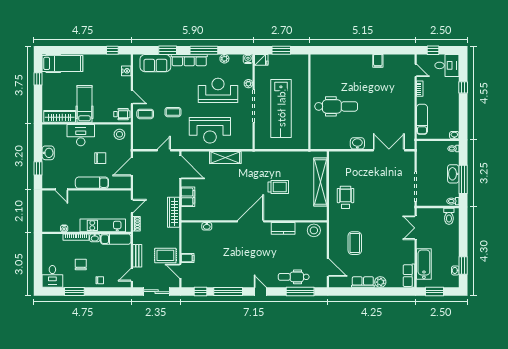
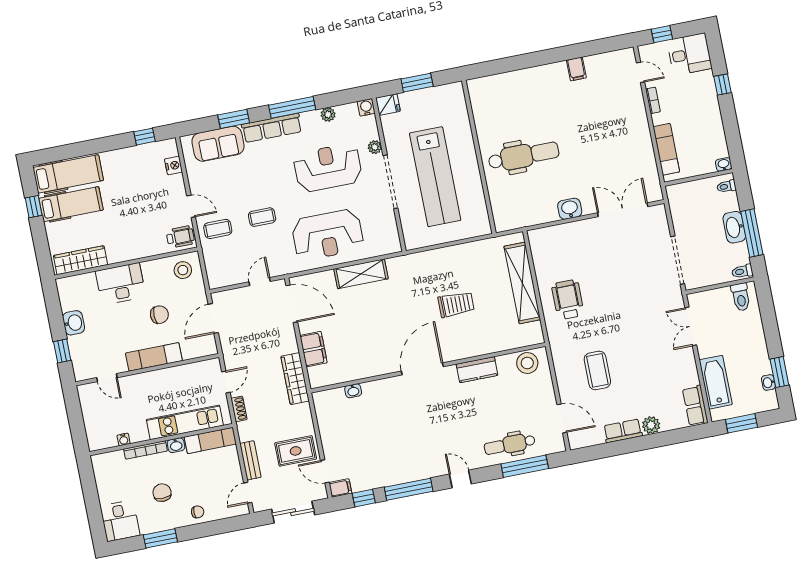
hospital bed: (84, 104) -> (71, 204), moved, turned 90
filing cabinet: (188, 258) -> (340, 488), moved

